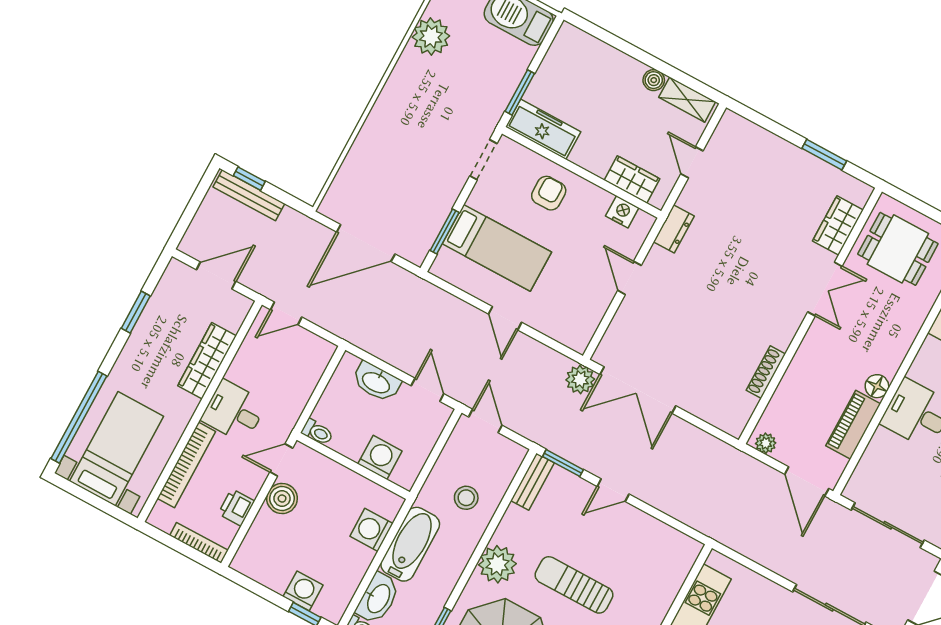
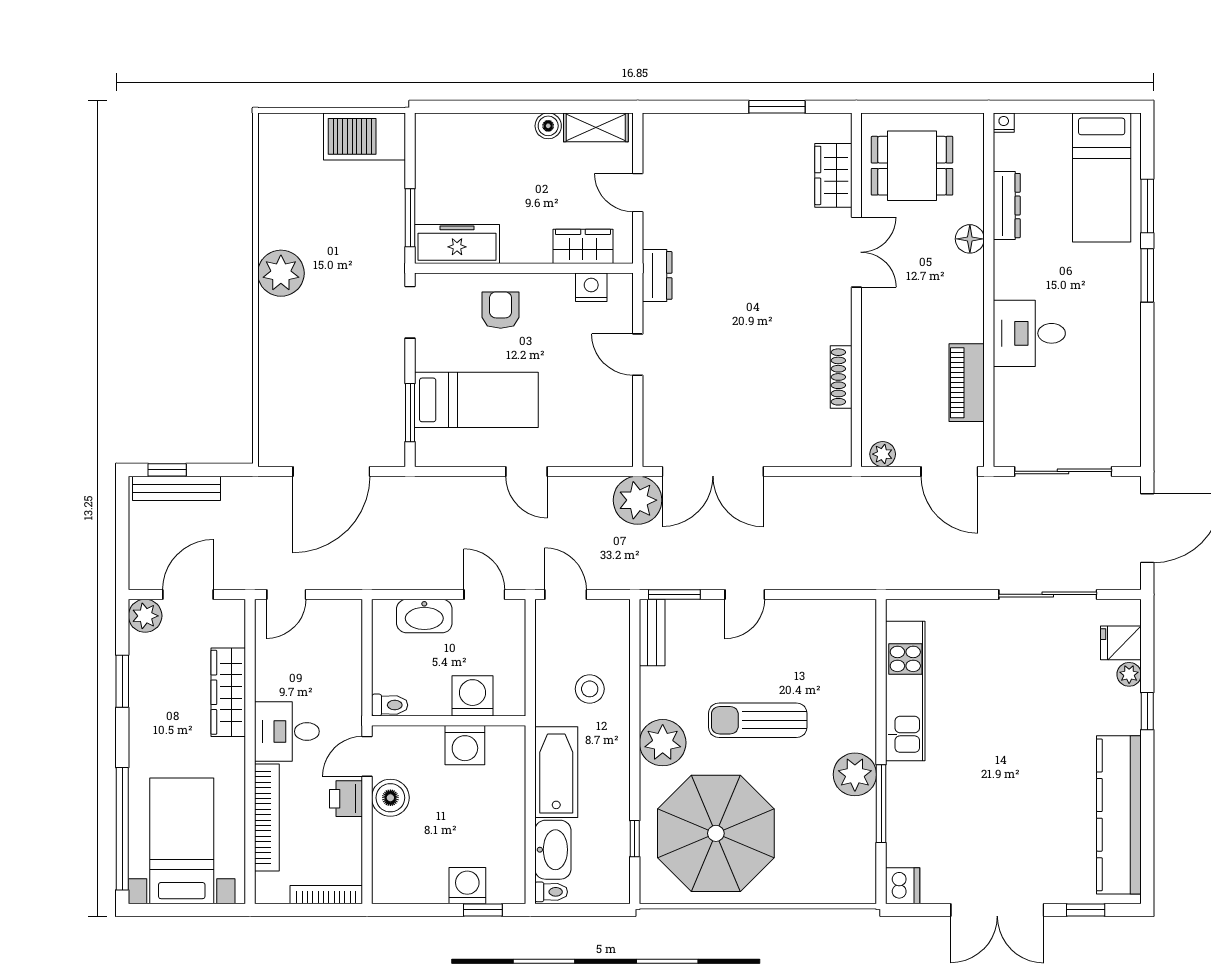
plant: (431, 37) -> (281, 273), moved
plant: (177, 274) -> (145, 616), added
plant: (580, 379) -> (638, 500), width x1.36, depth x1.36
floor lamp: (877, 386) -> (970, 239), moved
printer: (236, 507) -> (346, 799), moved
washing machine: (371, 530) -> (465, 745), moved, turned -90

